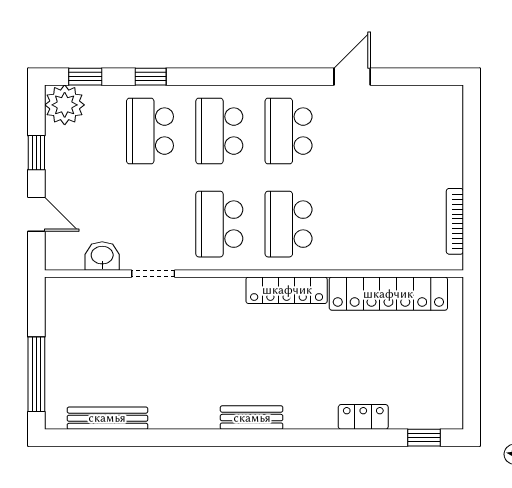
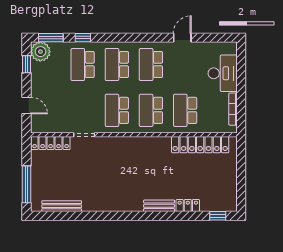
window: (85, 77) -> (51, 38), width x1.50
desk: (434, 149) -> (223, 73), added
window: (36, 153) -> (27, 64), moved
school desk: (358, 224) -> (185, 110), added
washbasin: (102, 256) -> (59, 126), removed
locker: (287, 290) -> (51, 143), moved
bench: (252, 418) -> (159, 206), moved

